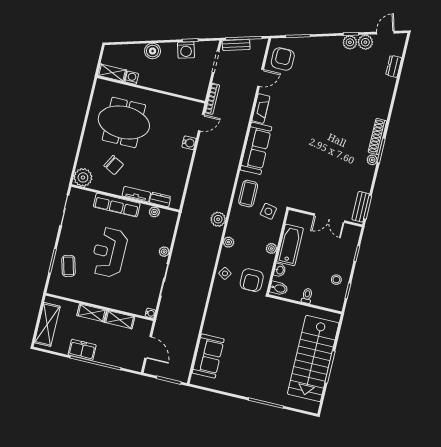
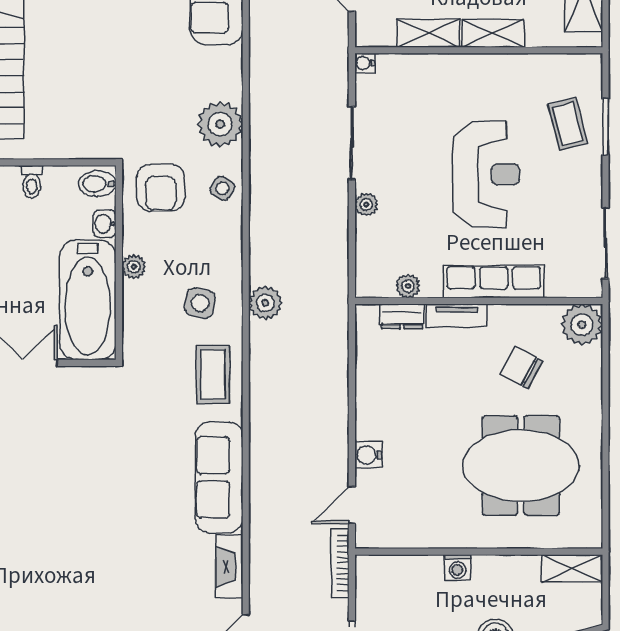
washing machine: (132, 78) -> (457, 567), moved
side table: (268, 211) -> (200, 303), moved
plant: (229, 242) -> (220, 124), moved, width x1.87, depth x1.87
bathtub: (290, 245) -> (88, 300), width x1.36, depth x1.36
armchair: (252, 280) -> (161, 188), turned 180

